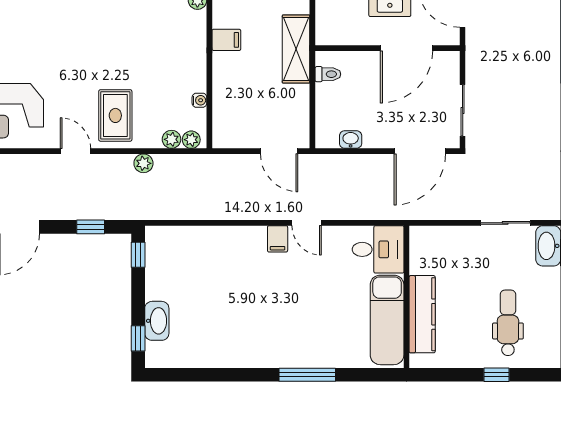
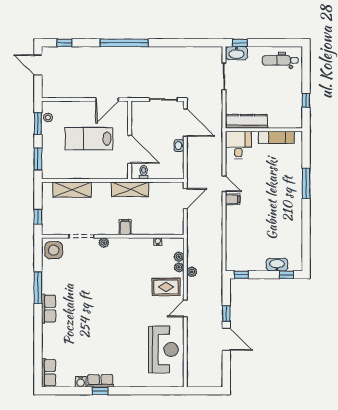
door: (406, 48) -> (130, 149), moved
plant: (191, 140) -> (179, 267), moved
washbasin: (351, 140) -> (179, 146), moved
door: (307, 223) -> (224, 184), hinge flipped
window: (91, 227) -> (226, 314), moved
kitchen counter: (422, 314) -> (246, 121), moved
exam couch: (387, 320) -> (276, 137), width x0.73, depth x0.69
dental chair: (508, 323) -> (280, 60), moved
window: (496, 375) -> (306, 100), moved

